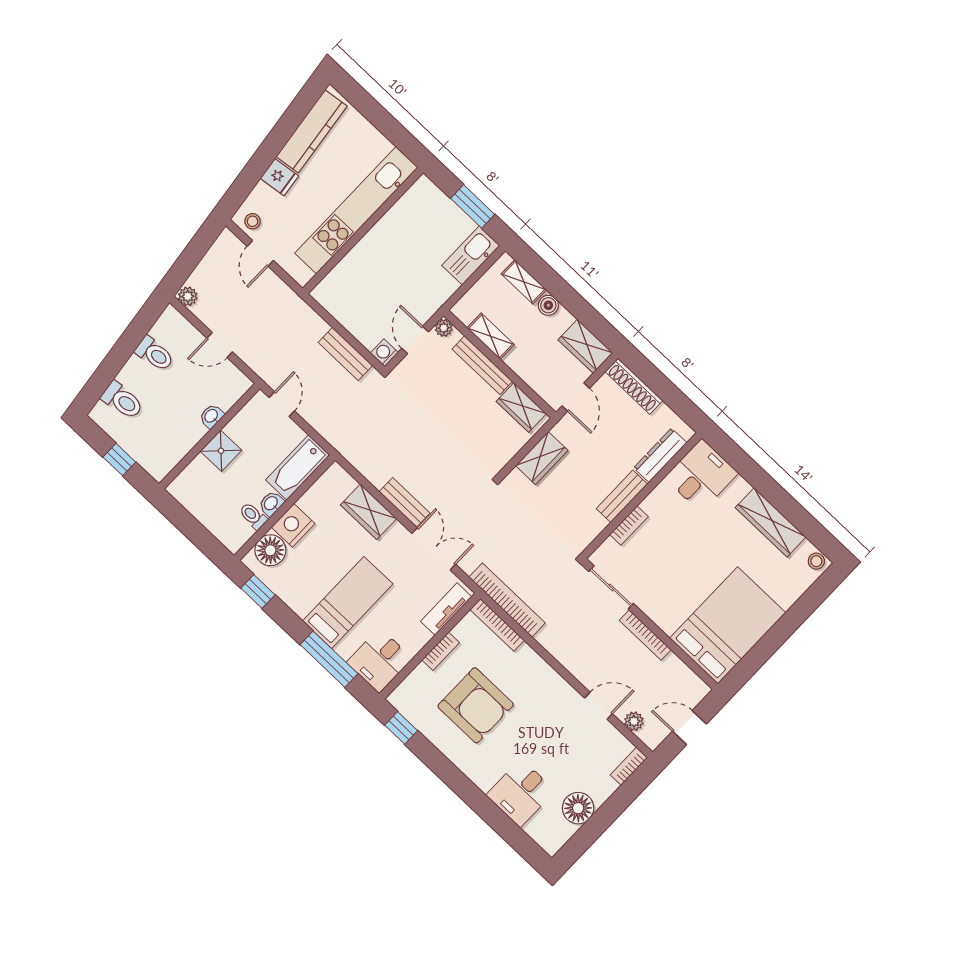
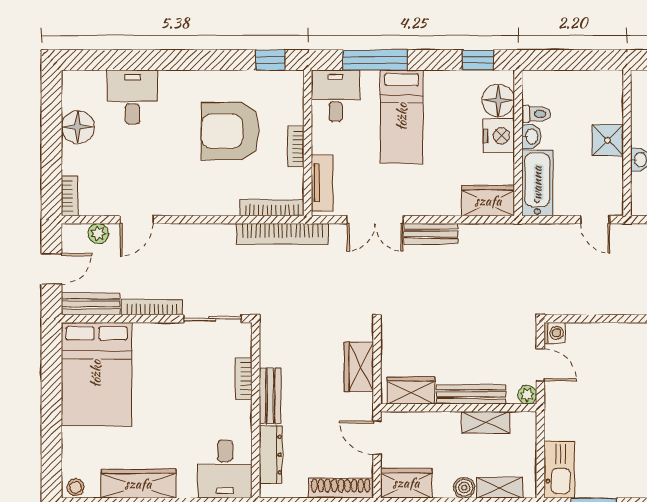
bench: (345, 354) -> (90, 304), moved
wardrobe: (369, 512) -> (488, 201), moved

